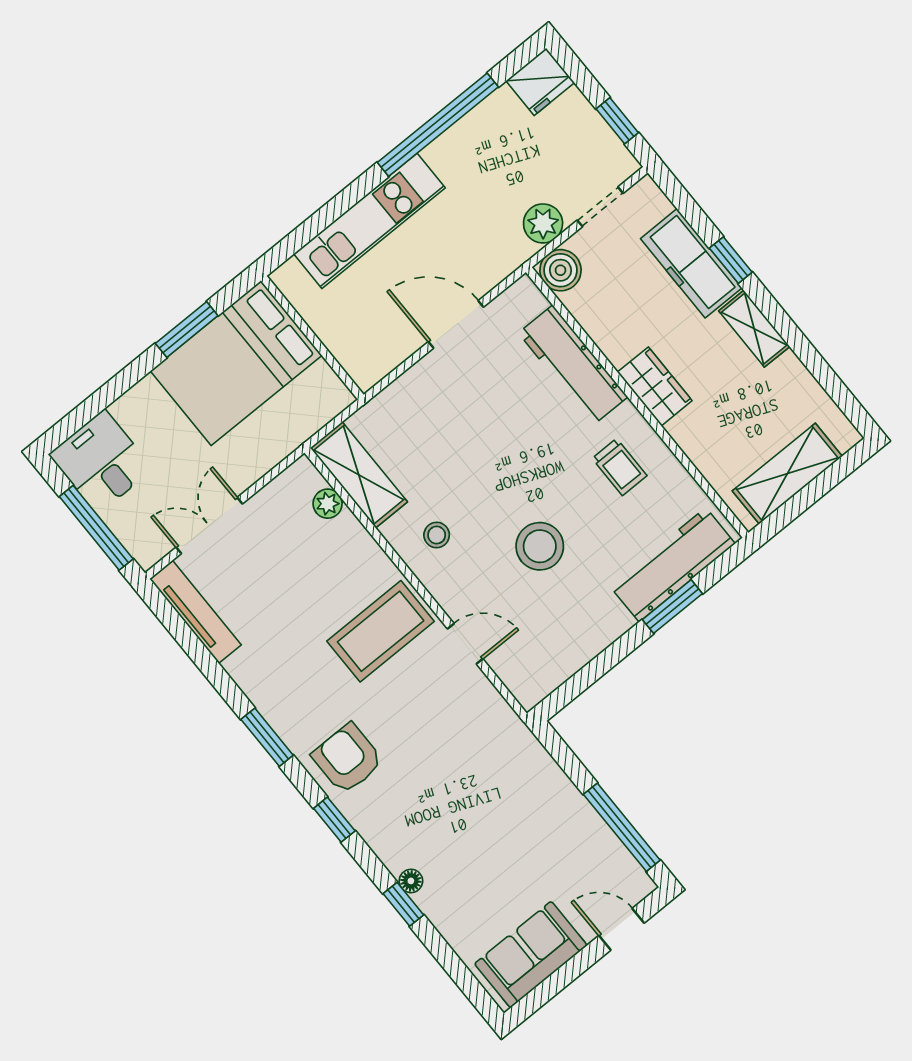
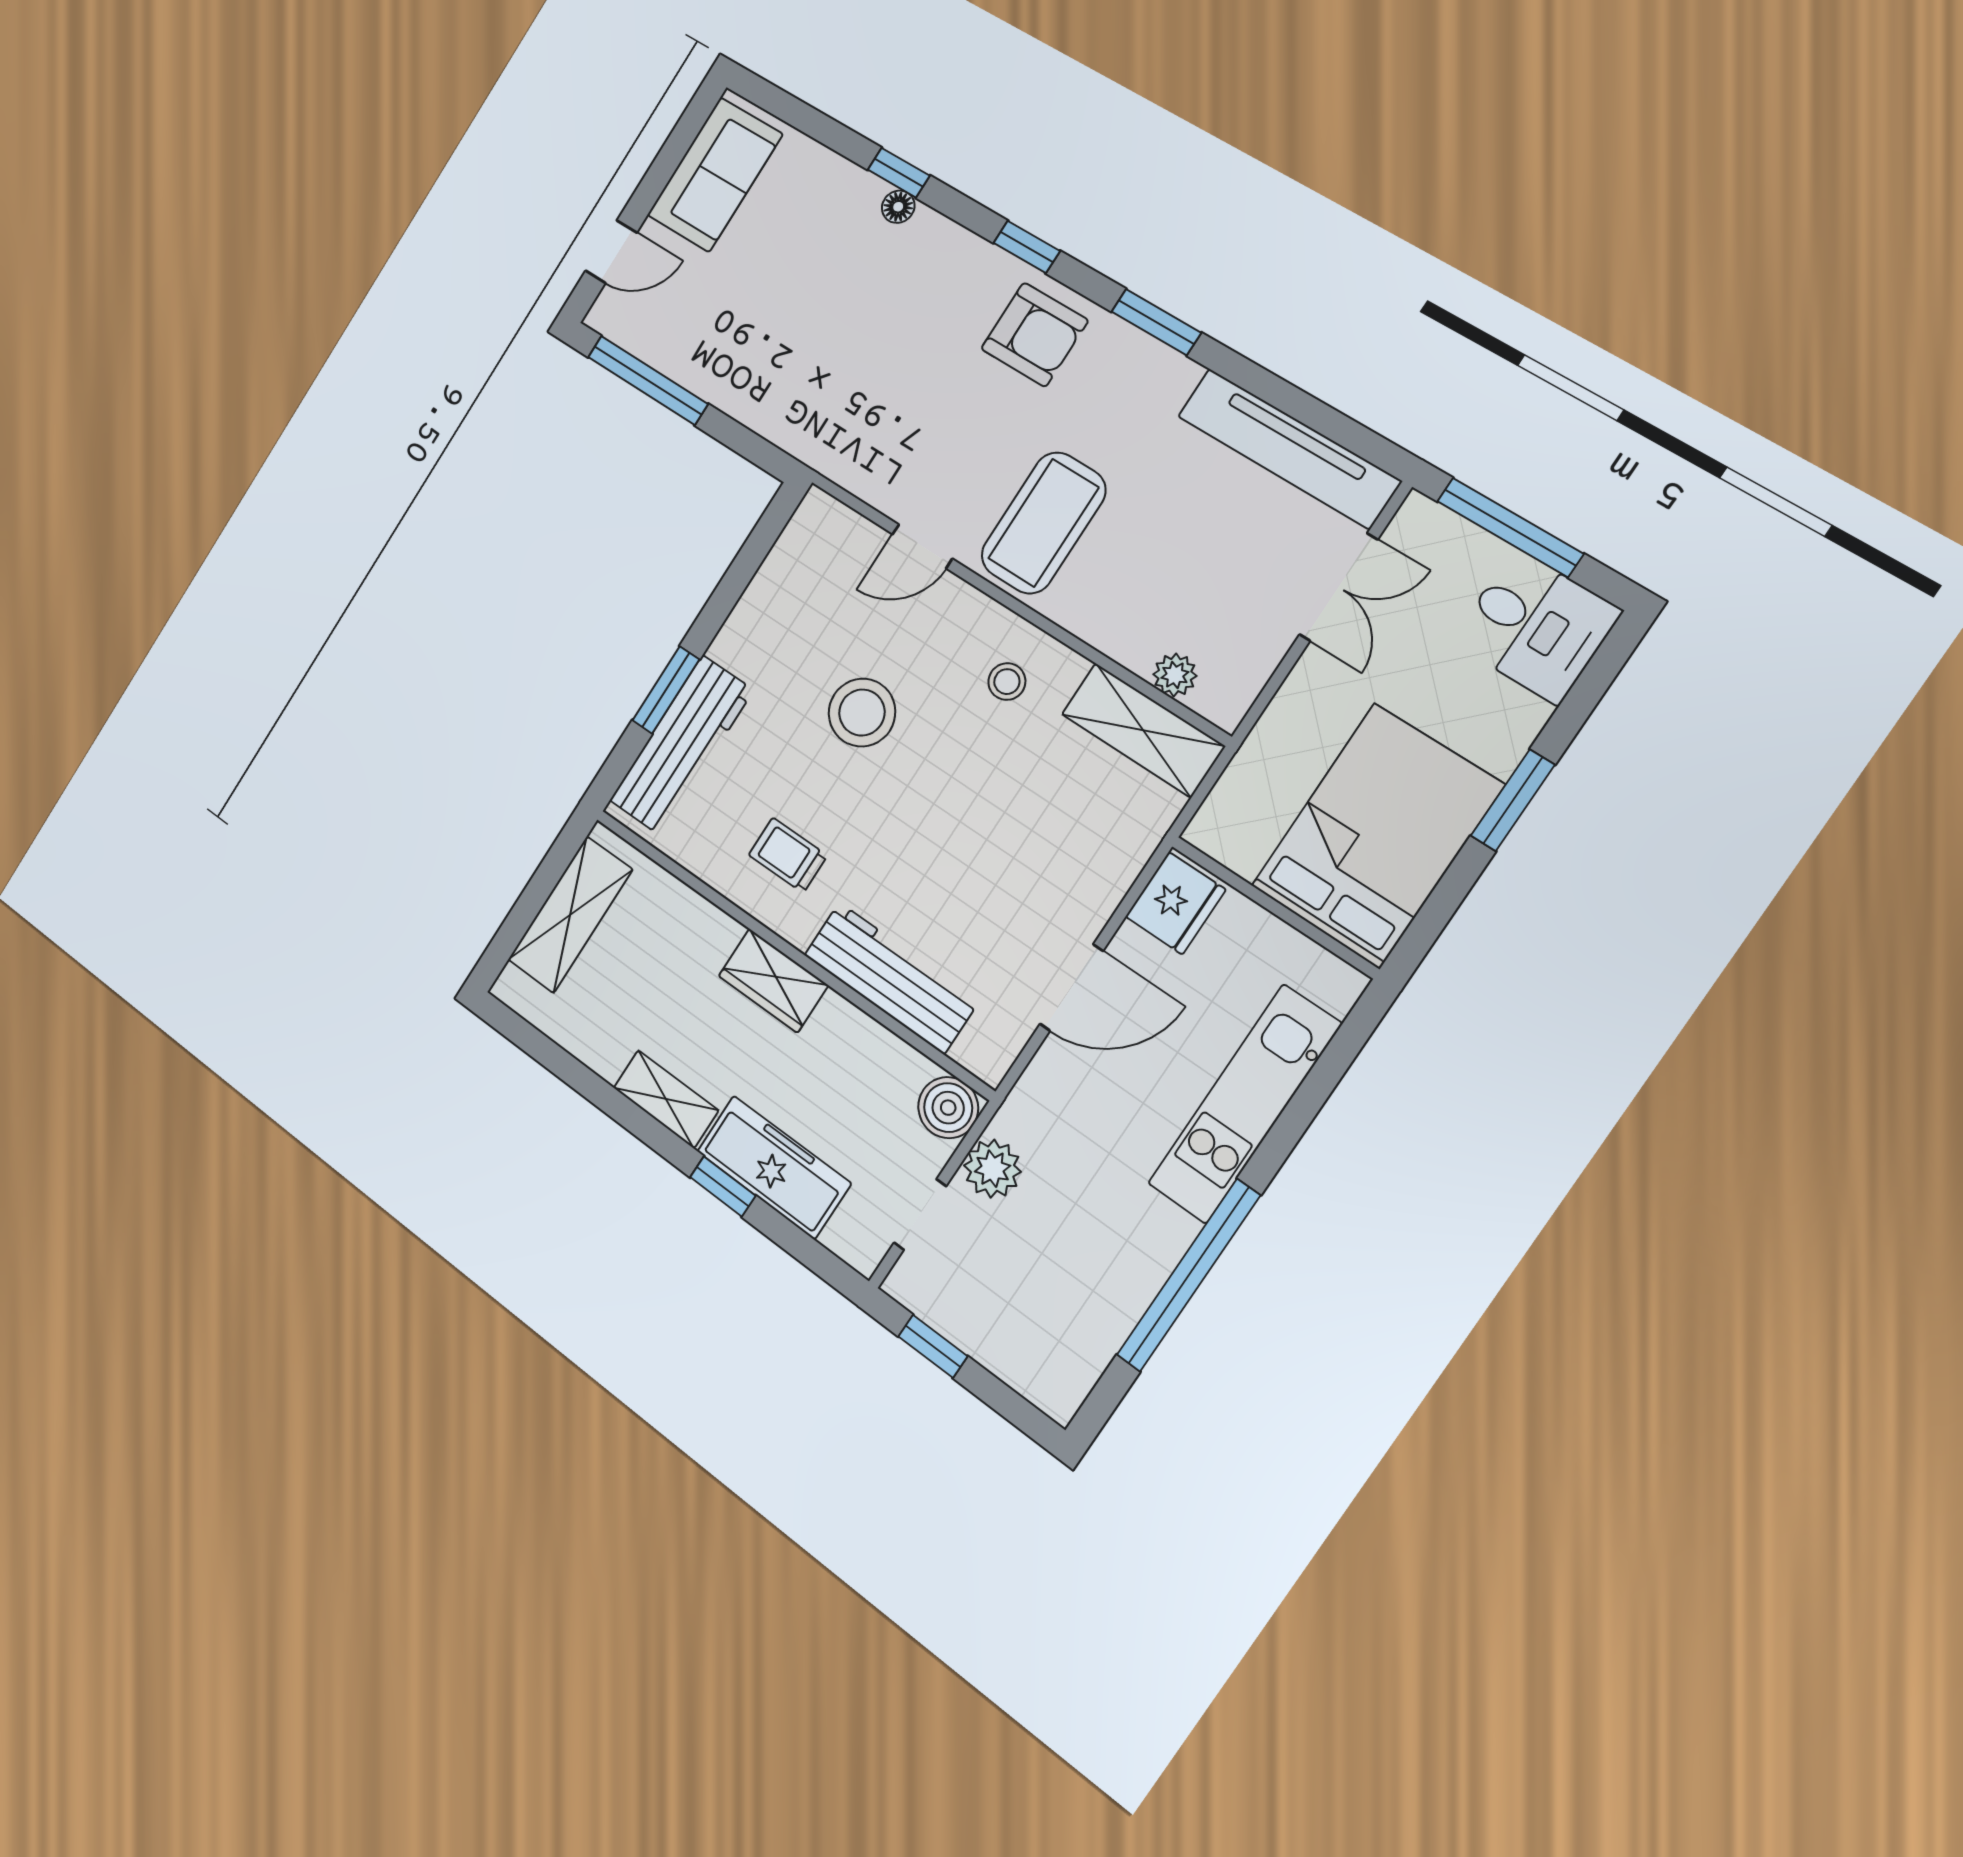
fridge: (540, 82) -> (1176, 903), moved, turned 180
window: (187, 329) -> (1513, 800), moved
tv unit: (195, 612) -> (1289, 448), width x1.36, depth x1.29

